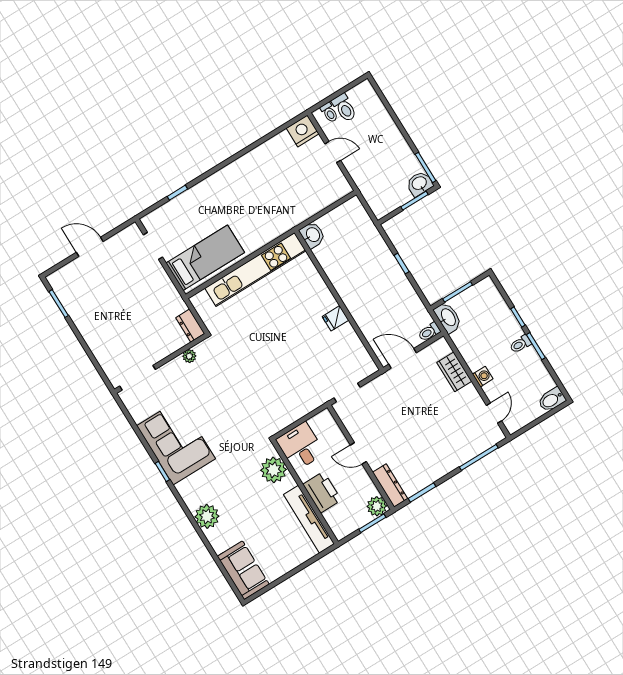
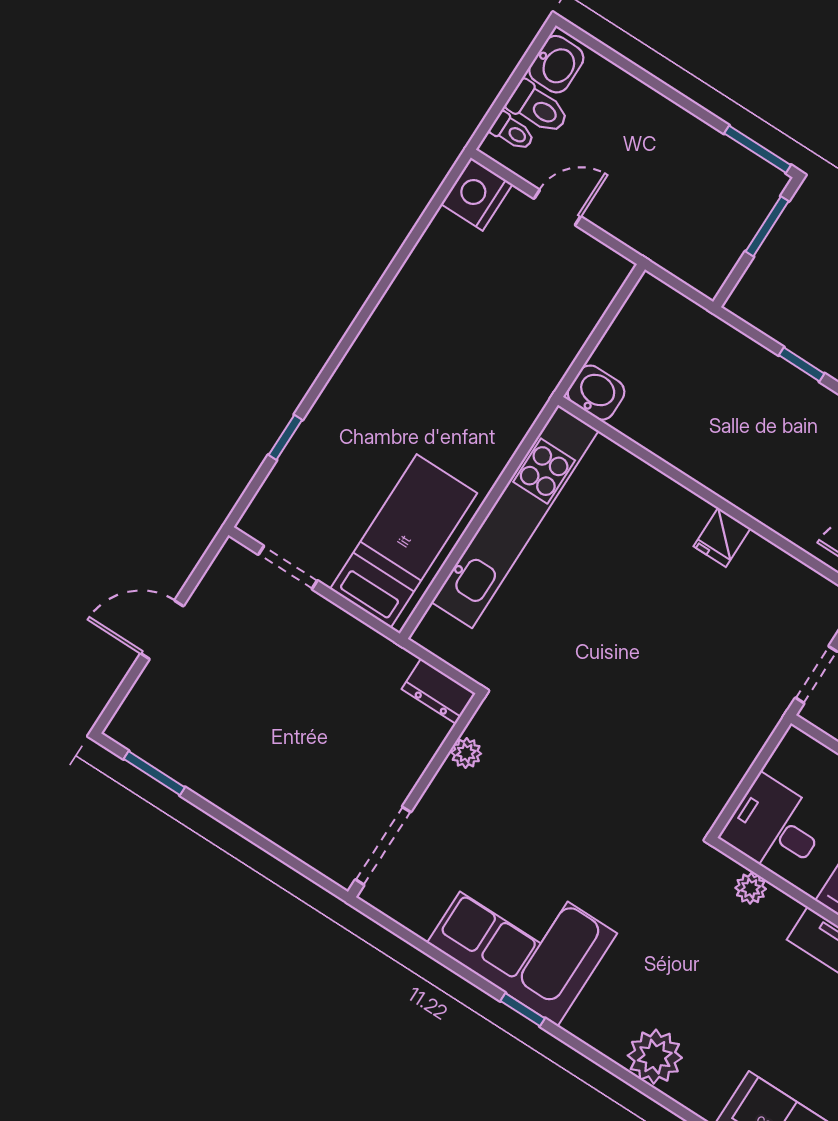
washbasin: (420, 184) -> (556, 64), moved, turned 180
plant: (273, 470) -> (751, 888), width x0.53, depth x0.53

